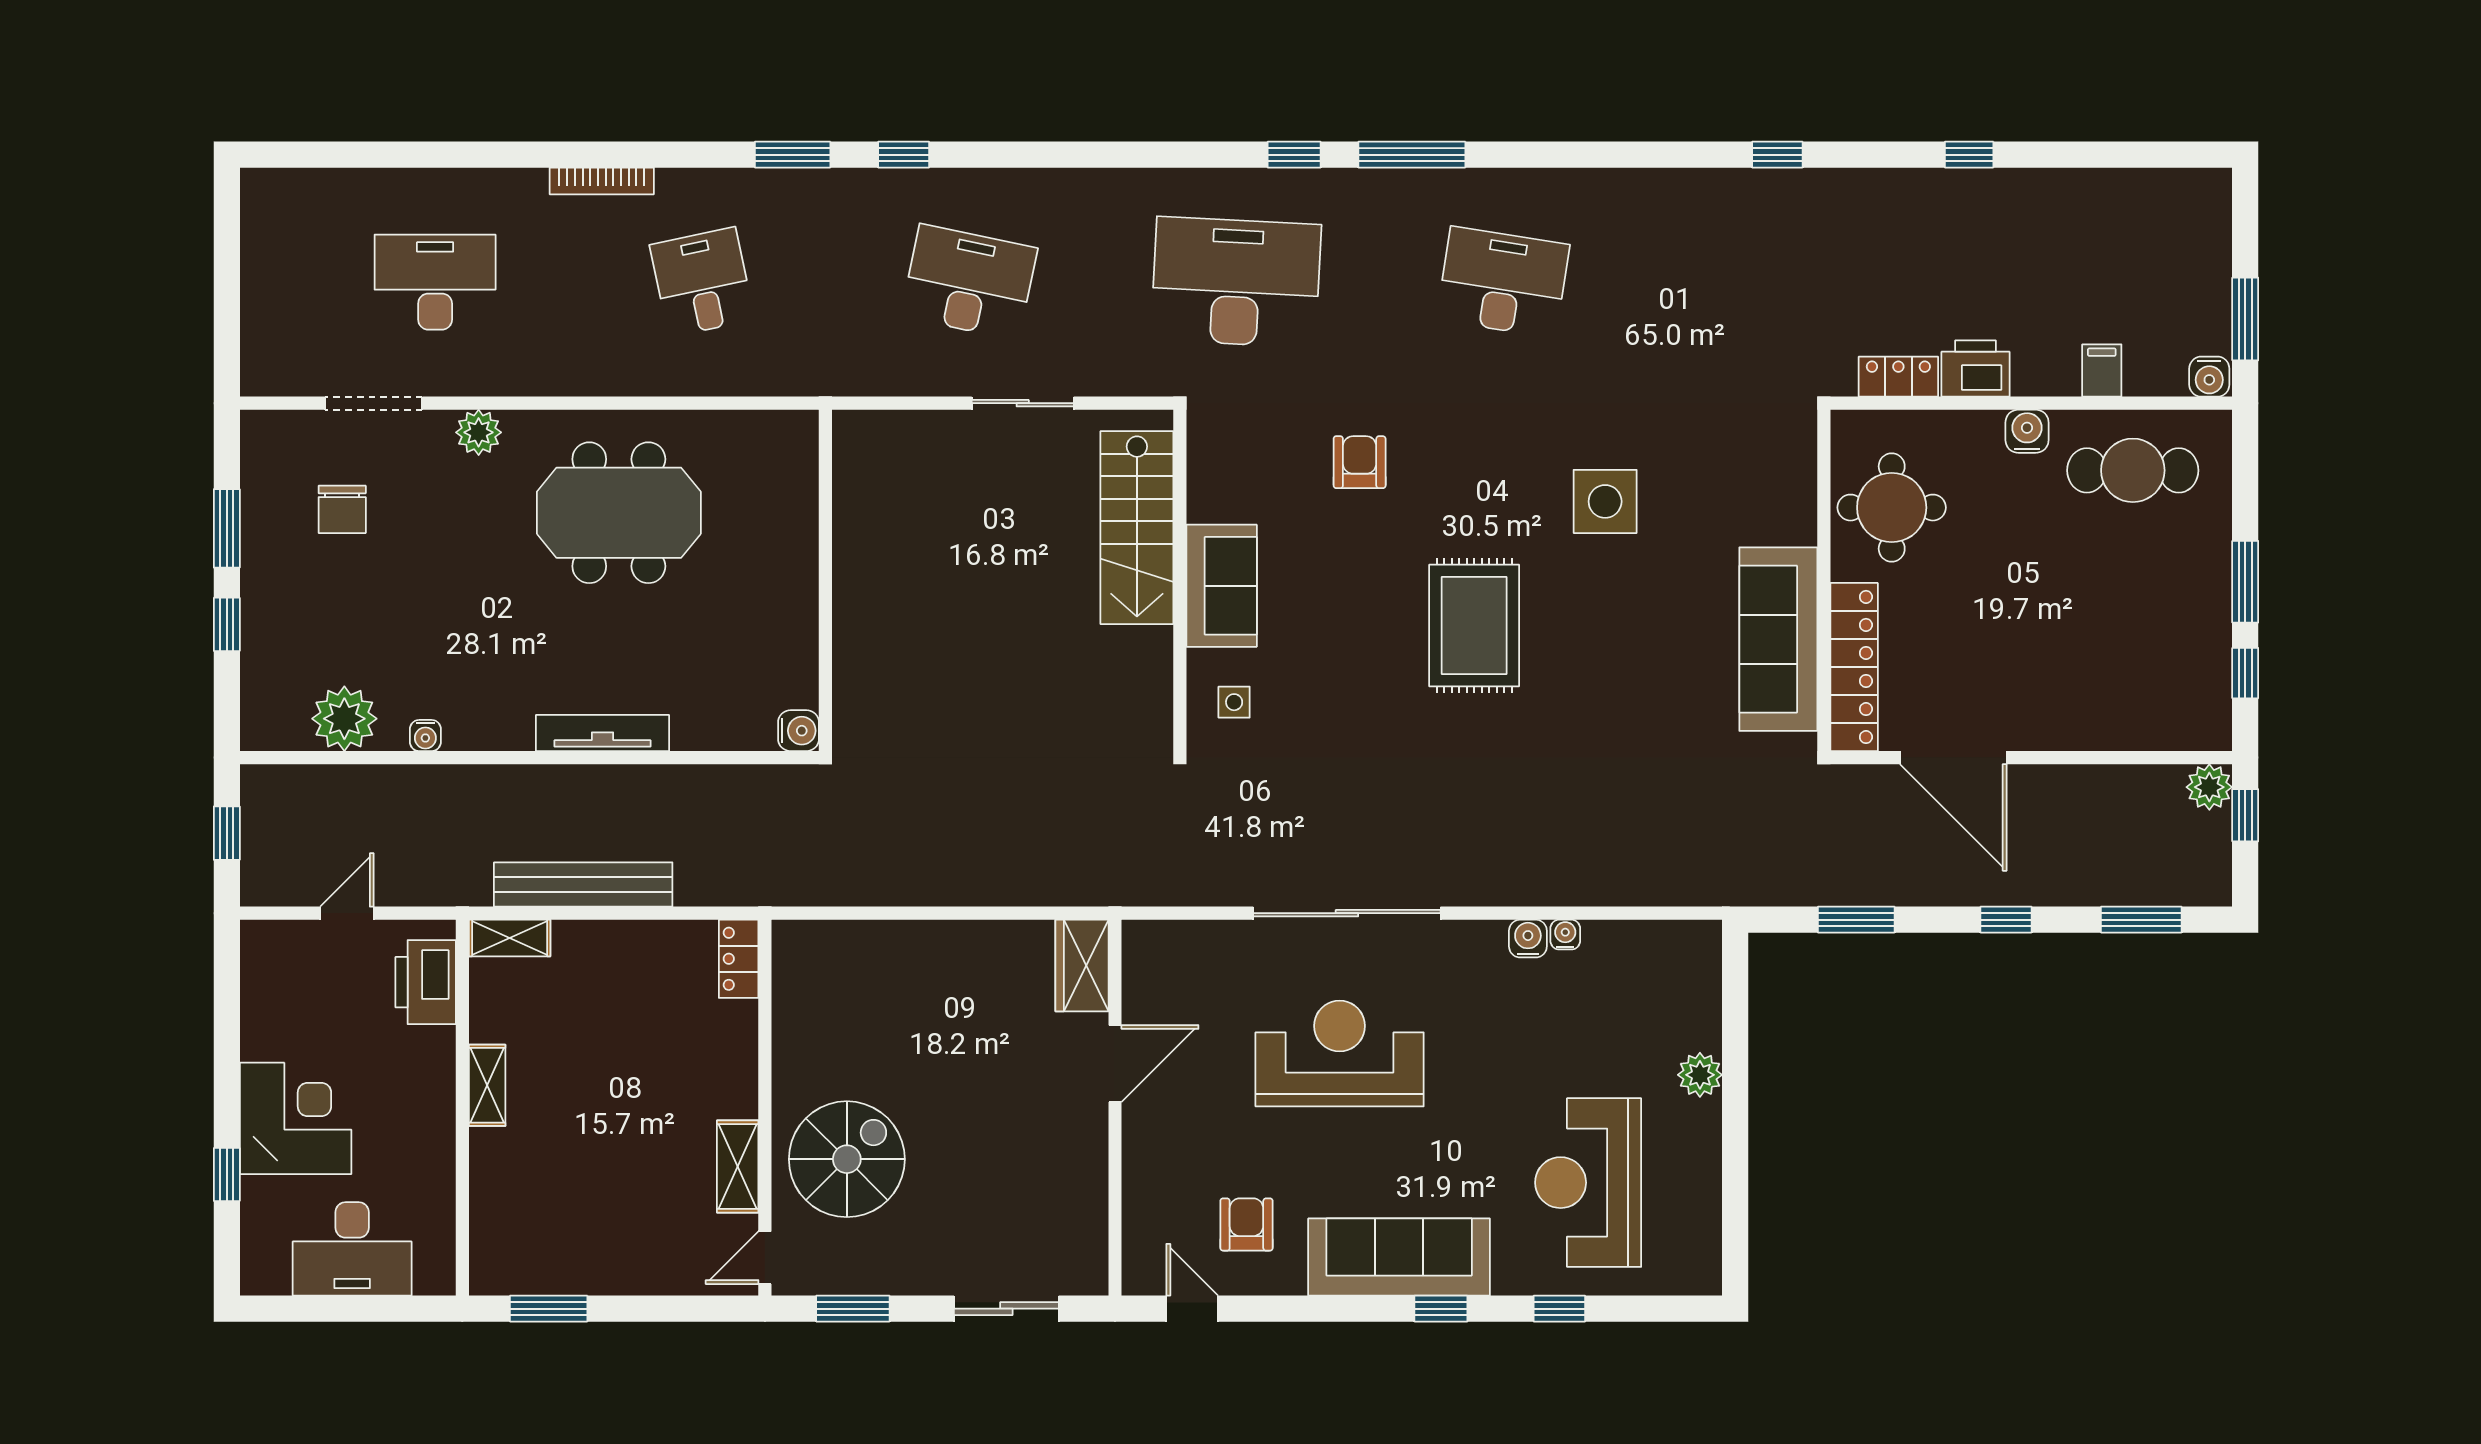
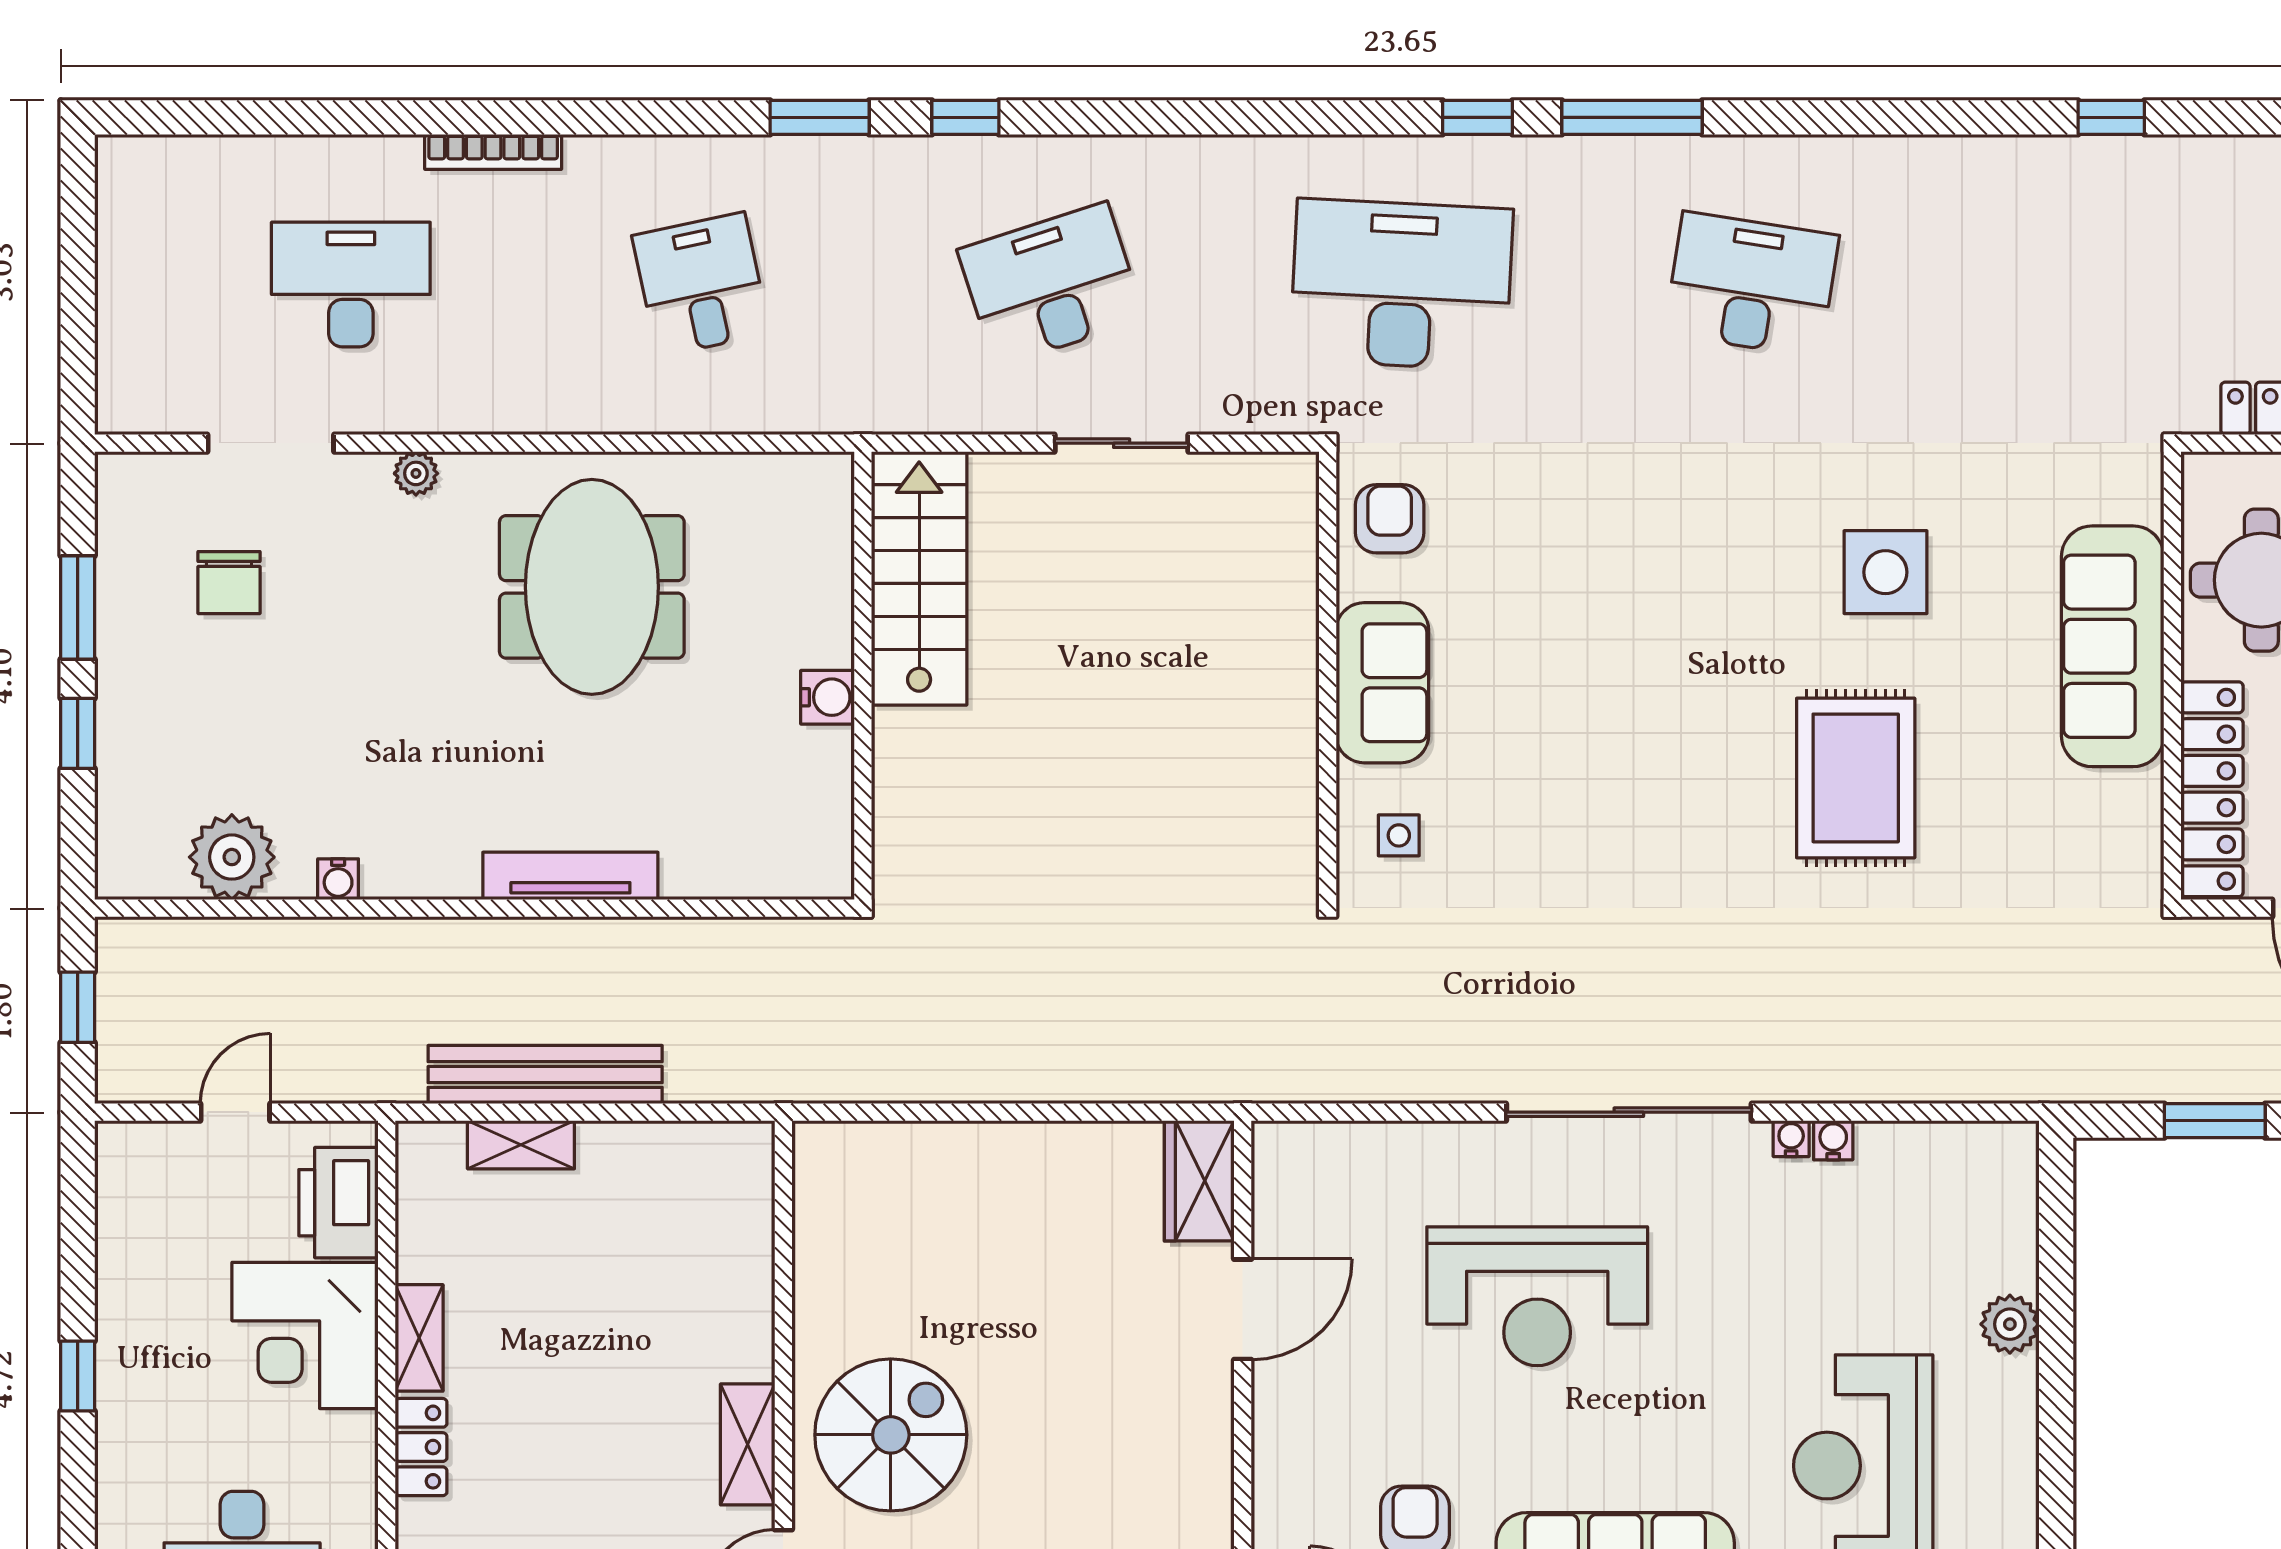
bookcase: (602, 181) -> (493, 152), moved
desk: (969, 282) -> (1051, 285), turned -30
plant: (479, 432) -> (416, 473), width x0.73, depth x0.73
armchair: (1360, 462) -> (1390, 519), moved
meeting table: (619, 513) -> (592, 587), turned 90
stairs: (1137, 528) -> (919, 578), moved, turned 180
rug: (1474, 625) -> (1856, 778), moved
sofa: (1778, 639) -> (2113, 646), moved
water cooler: (798, 731) -> (827, 697), moved
sliding door: (1347, 913) -> (1629, 1112), moved
shelving: (510, 938) -> (521, 1145), moved
water cooler: (1528, 939) -> (1791, 1139), width x0.72, depth x0.72
locker: (739, 959) -> (421, 1447), moved, turned 180
reception desk: (1340, 1054) -> (1537, 1296), turned 180
corner desk: (296, 1118) -> (305, 1335), moved, turned 180
window: (227, 1174) -> (78, 1376), moved

